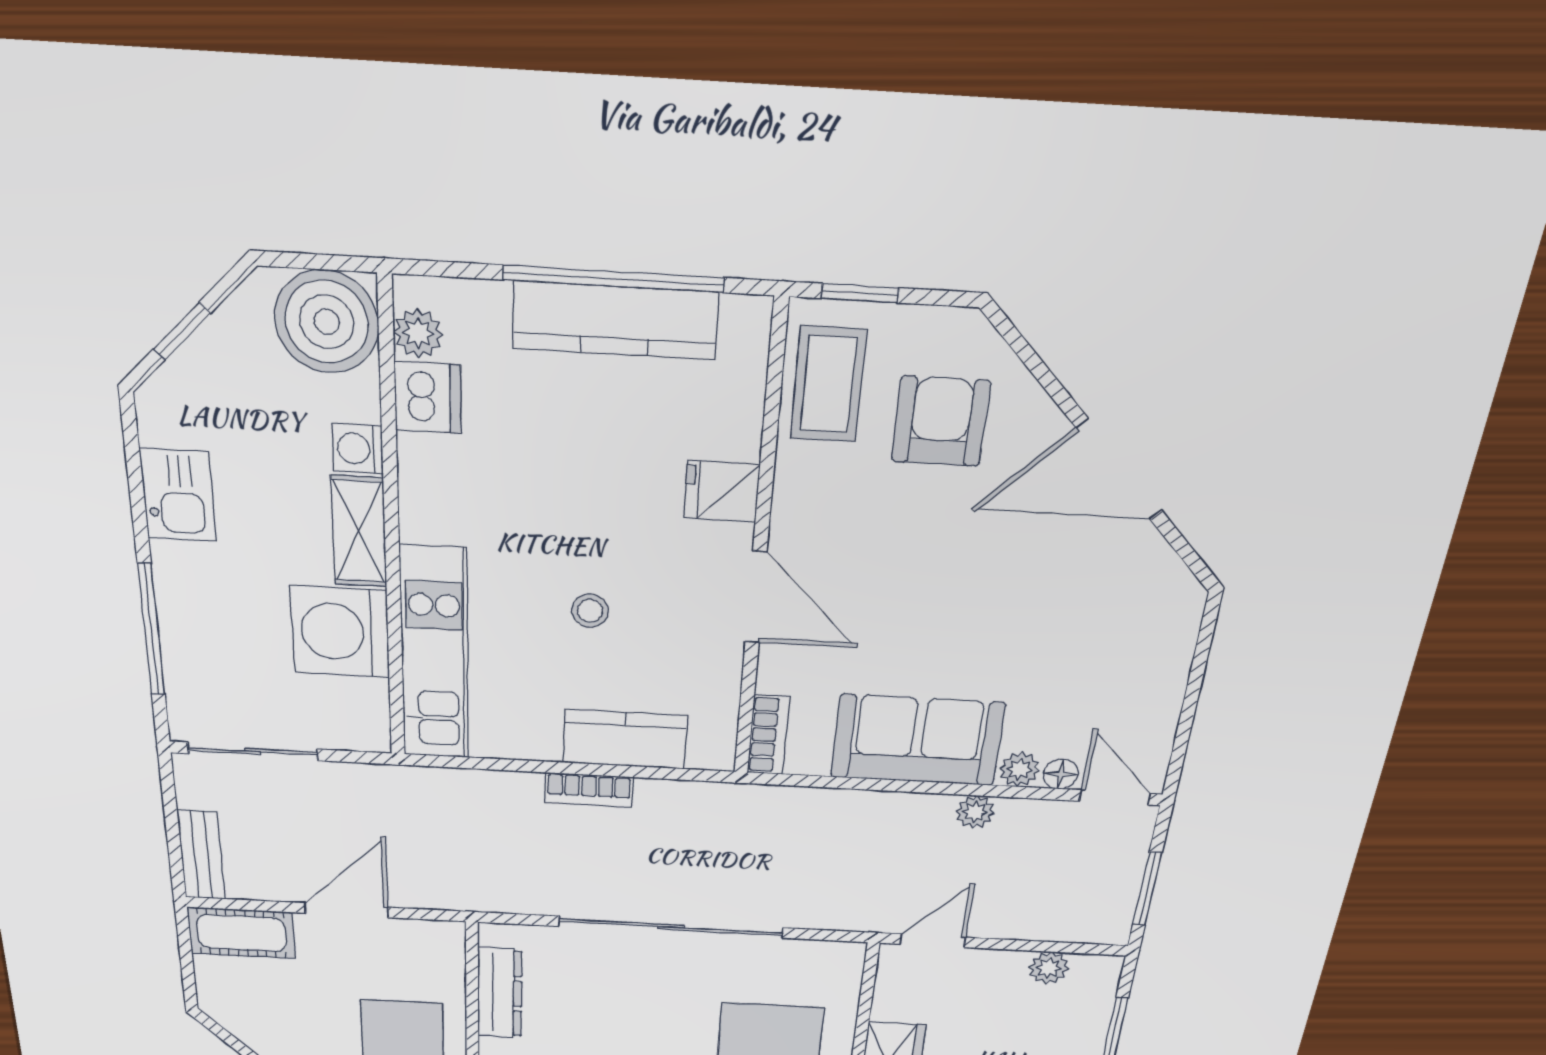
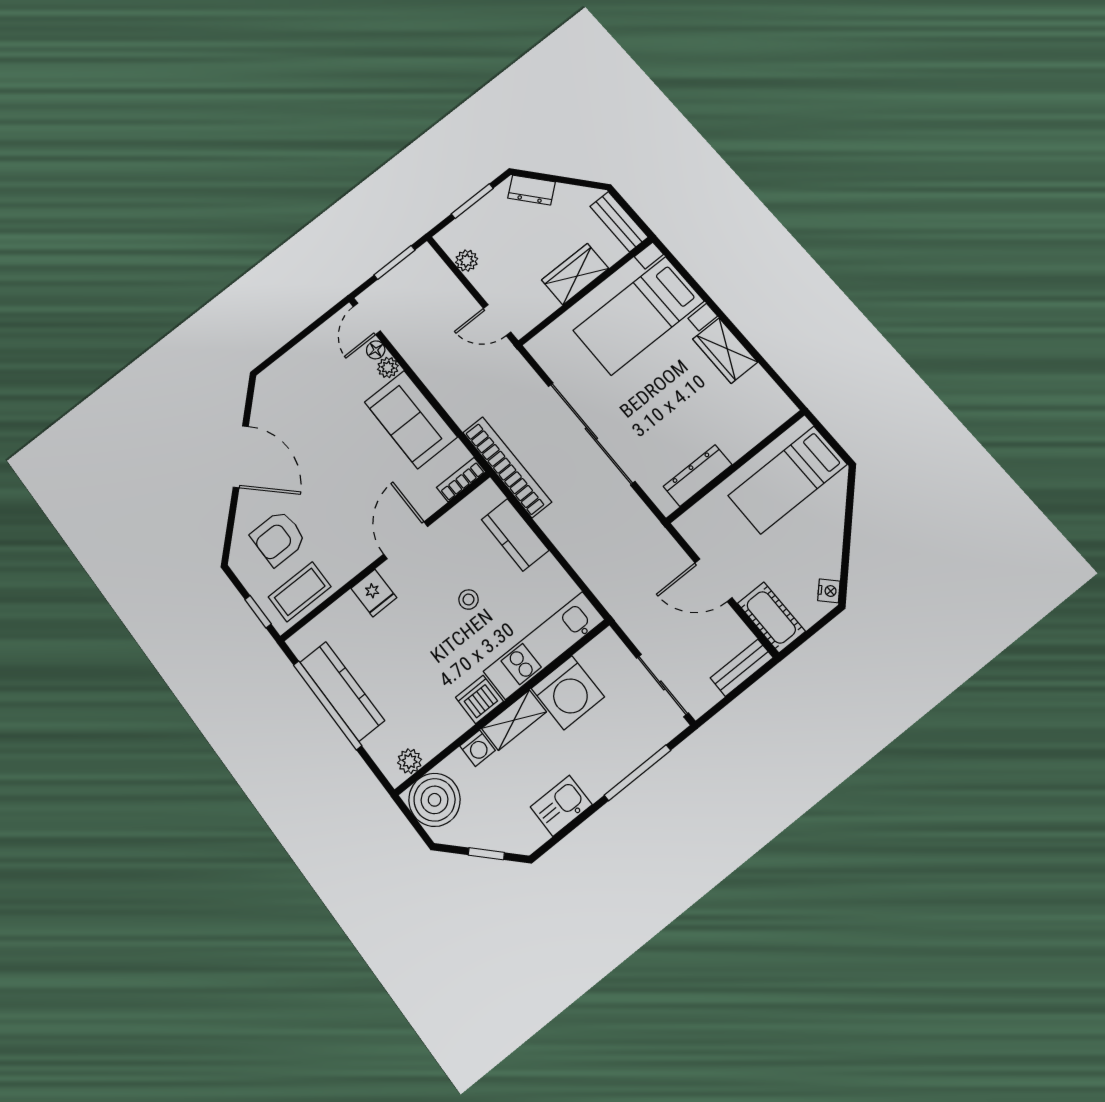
dishwasher: (428, 397) -> (479, 699), moved
bookcase: (589, 790) -> (507, 467), moved, width x2.31, depth x1.31
plant: (975, 812) -> (422, 365), removed
nightstand: (224, 1012) -> (829, 591), added

